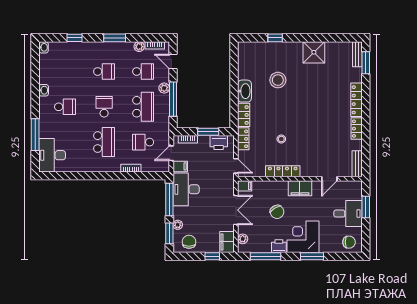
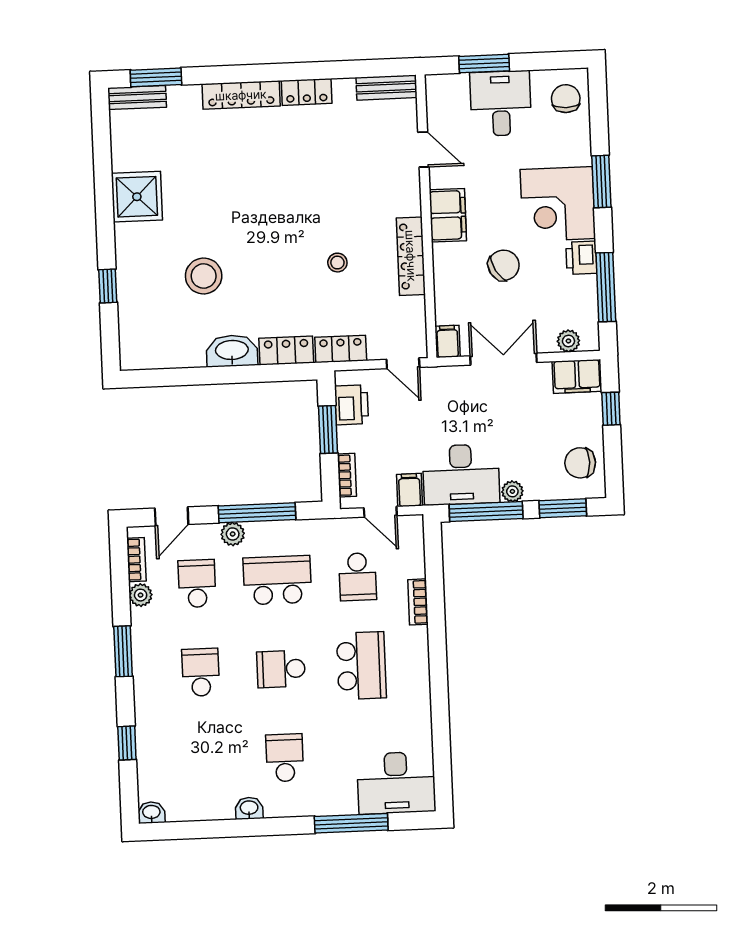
school desk: (104, 142) -> (361, 666), turned 90
door: (236, 166) -> (403, 363), swing flipped
plant: (178, 225) -> (512, 491), moved

